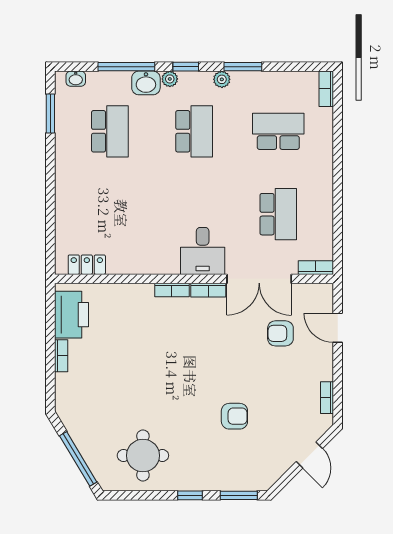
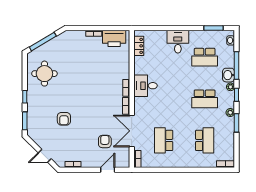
desk: (78, 185) -> (178, 42), added
school desk: (278, 214) -> (164, 140), turned 90
desk: (203, 251) -> (146, 86), moved

